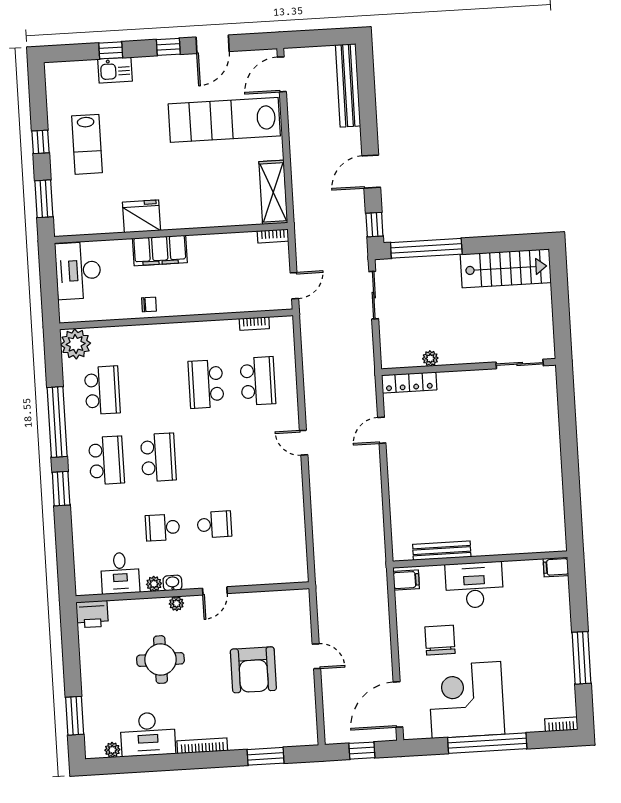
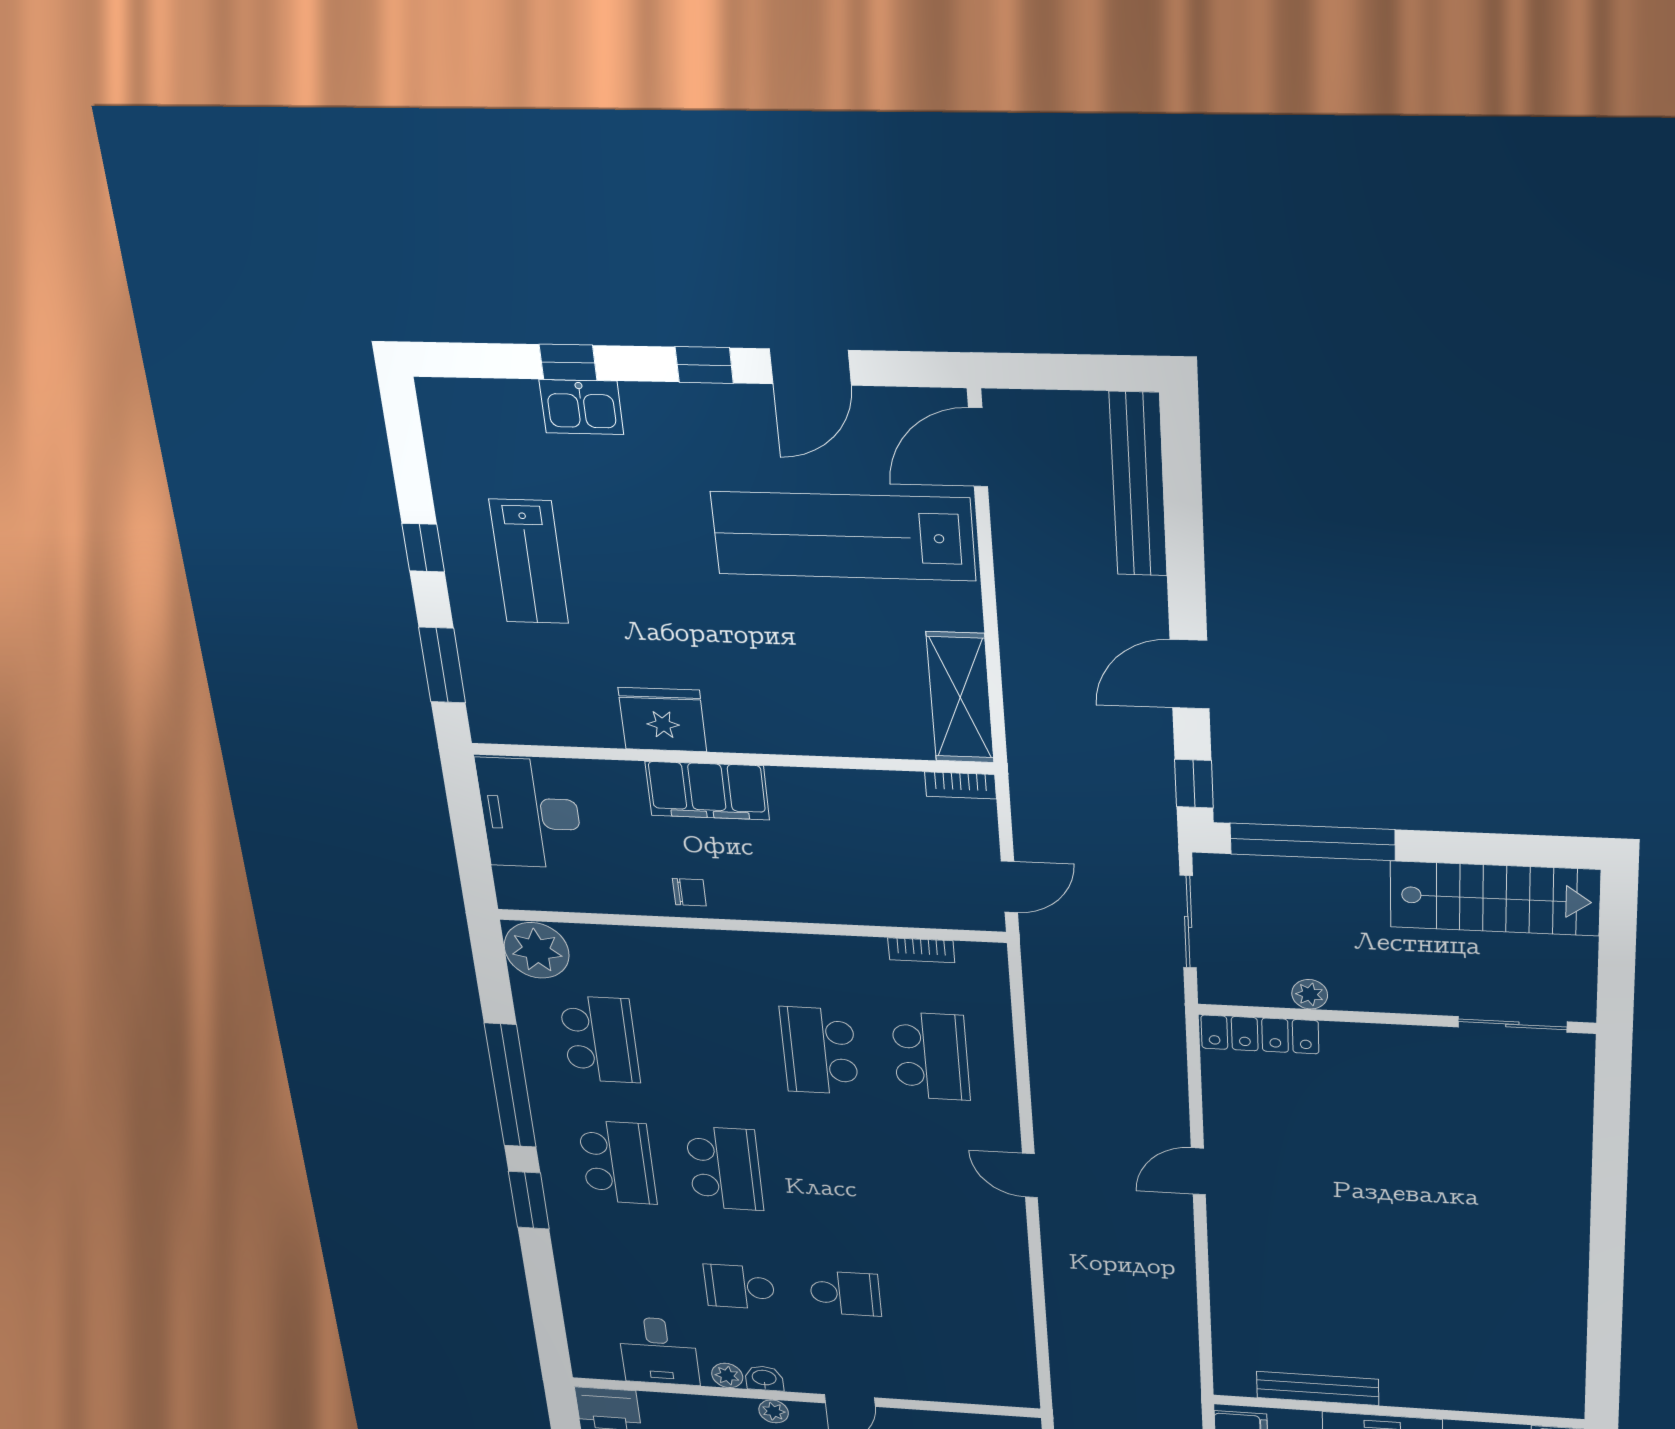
plant: (430, 358) -> (1310, 994), moved
sliding door: (520, 364) -> (1512, 1024), moved
wall: (469, 367) -> (1395, 1019), moved
locker: (409, 382) -> (1260, 1034), moved

